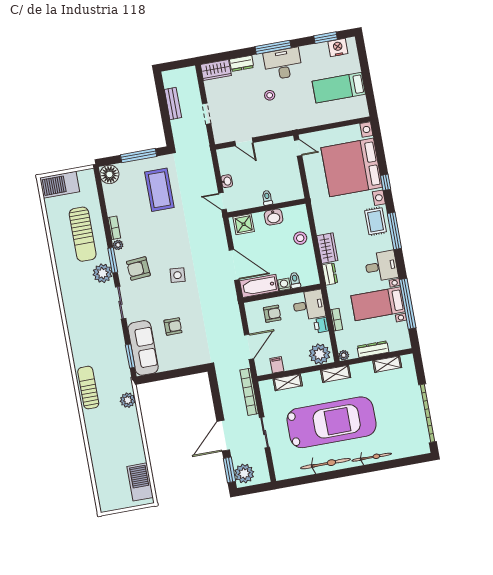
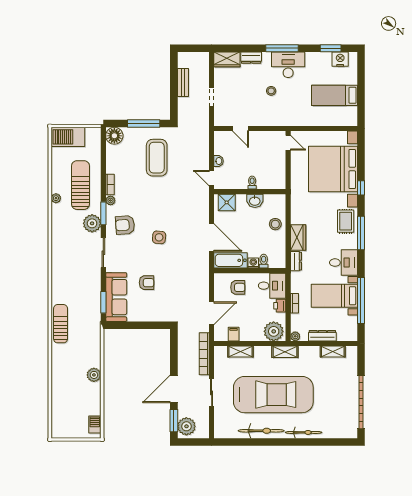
sun lounger: (83, 234) -> (80, 185), turned 180
plant: (59, 253) -> (56, 198), added
plant: (128, 400) -> (94, 375), moved
barbecue: (140, 482) -> (95, 424), width x0.53, depth x0.65

